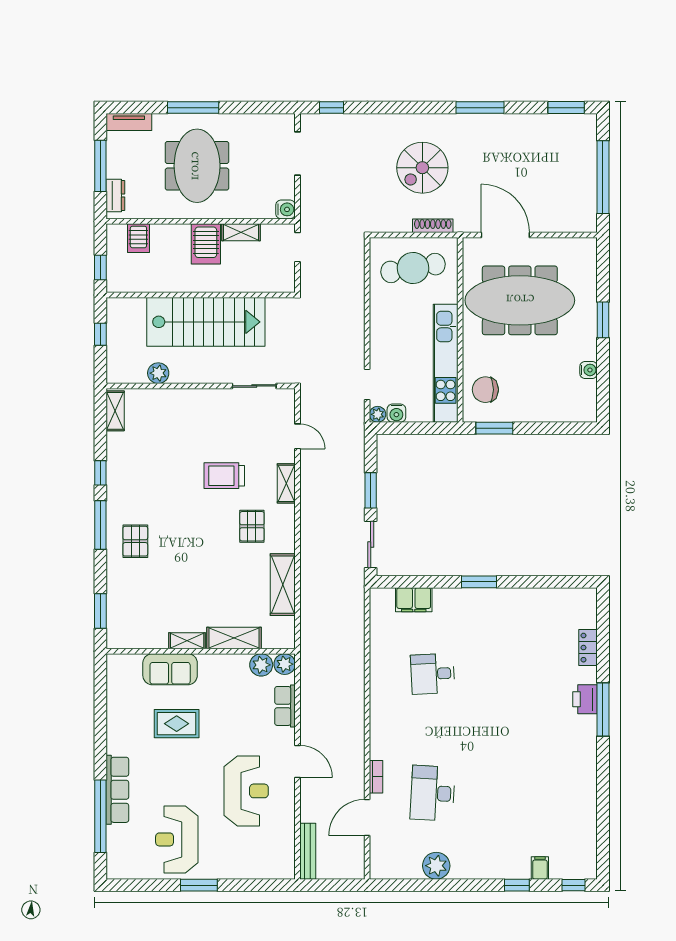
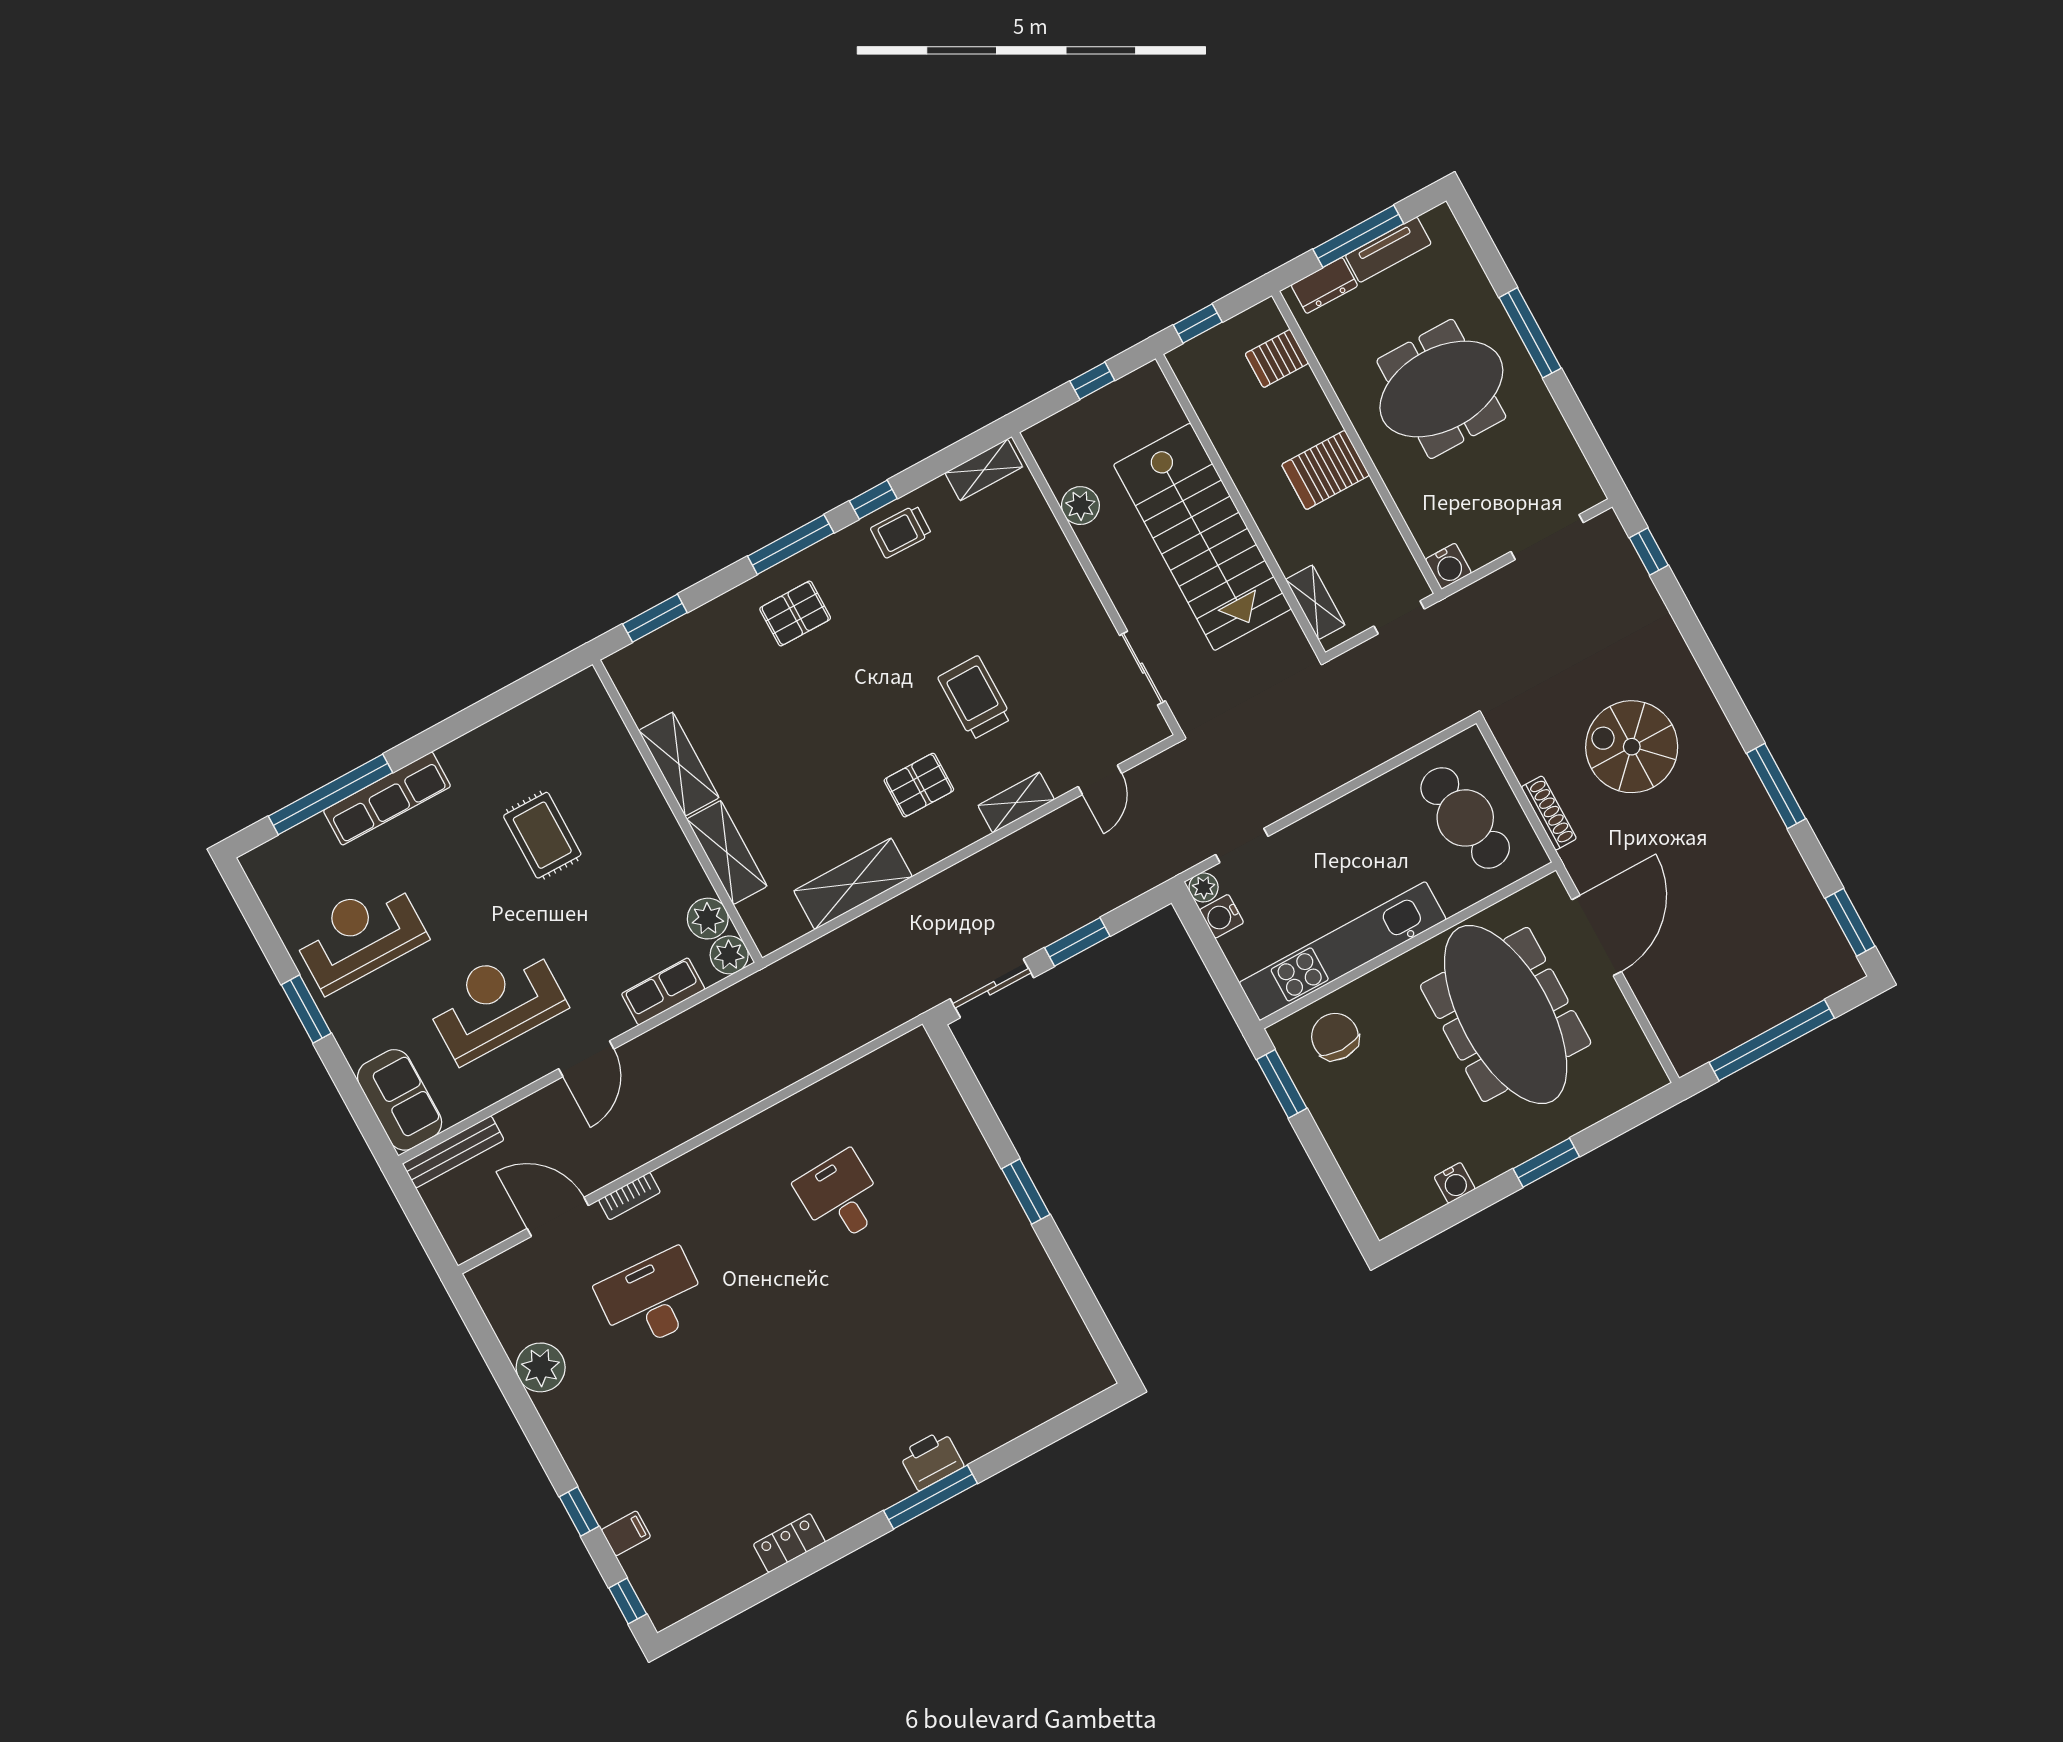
tv unit: (129, 122) -> (1388, 250), moved, turned -90
shelving: (241, 232) -> (1315, 602), moved
trolley: (123, 468) -> (901, 531), added
filing cabinet: (414, 600) -> (941, 1104), removed
shelving: (187, 641) -> (679, 764), width x1.50, depth x1.33
locker: (588, 648) -> (789, 1543), moved
sofa: (170, 669) -> (400, 1100), moved, turned 180
reception desk: (246, 791) -> (496, 1003), turned 180

